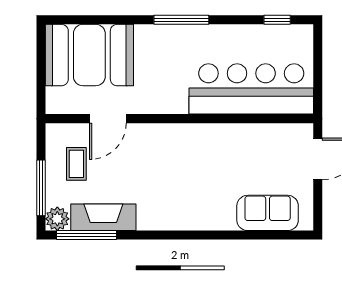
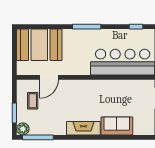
window: (41, 188) -> (14, 113), width x0.69
sofa: (268, 213) -> (117, 126), moved
fireplace: (103, 217) -> (83, 128), moved

